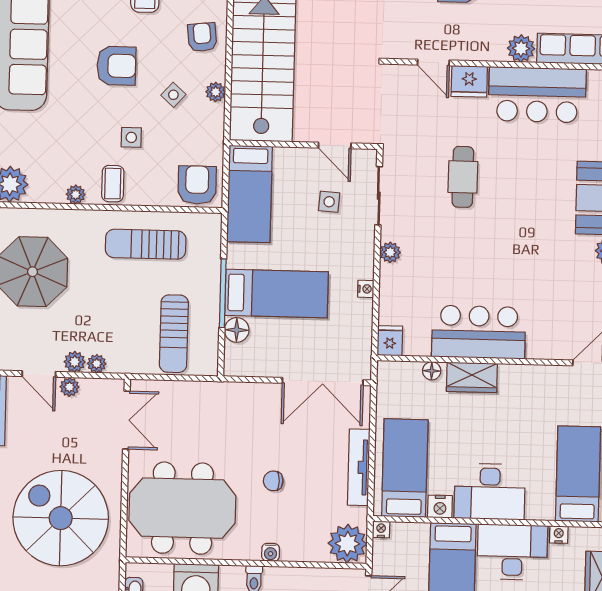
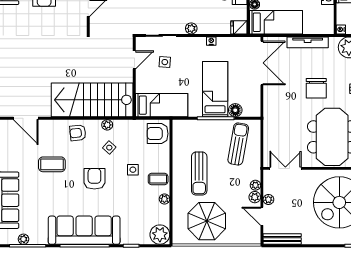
sun lounger: (146, 244) -> (199, 174), moved
sun lounger: (174, 334) -> (238, 144), turned -80
door: (39, 374) -> (262, 216), swing flipped
bed: (405, 468) -> (276, 22), moved, turned 180
chair: (273, 481) -> (316, 88), width x1.87, depth x1.87

